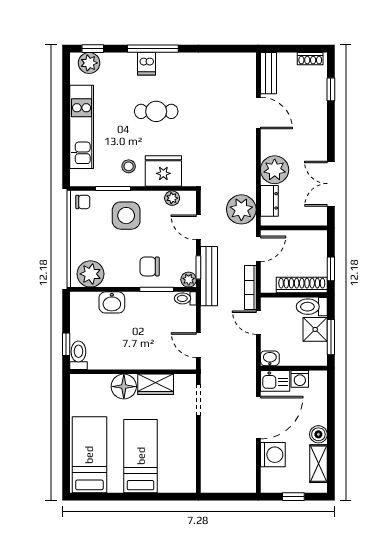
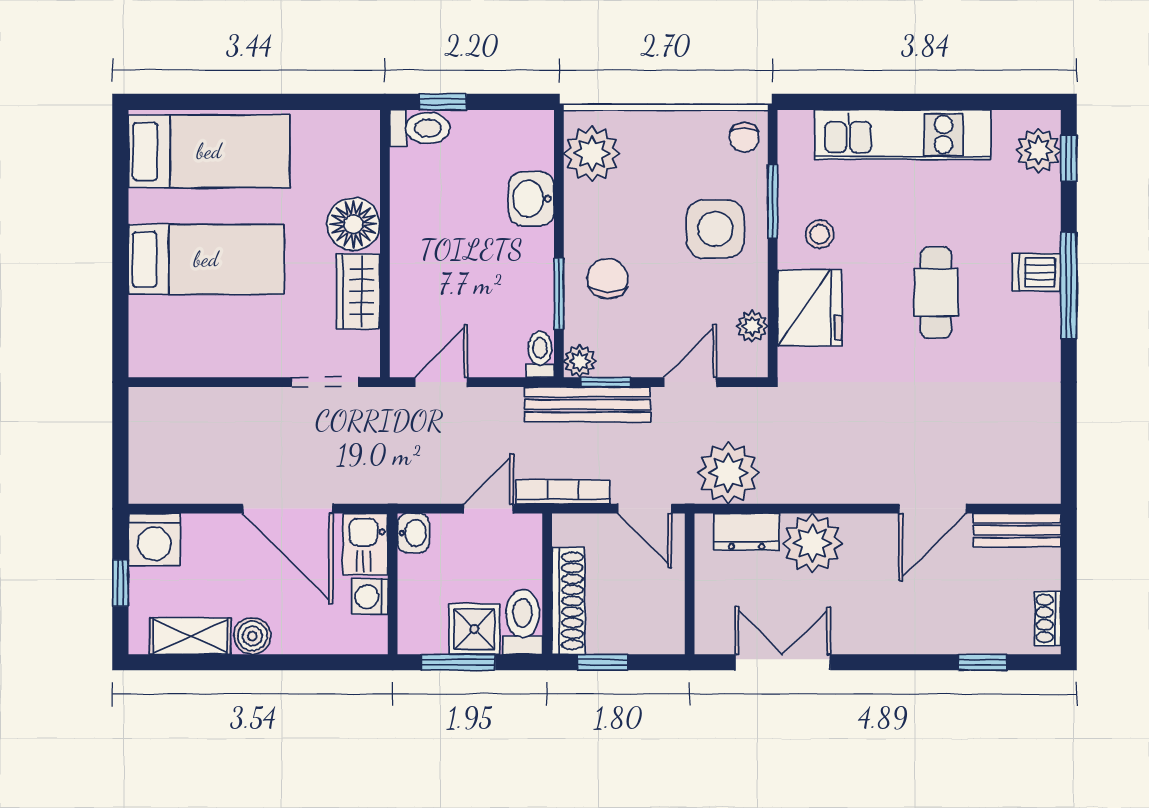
washing machine: (273, 455) -> (154, 540), moved

